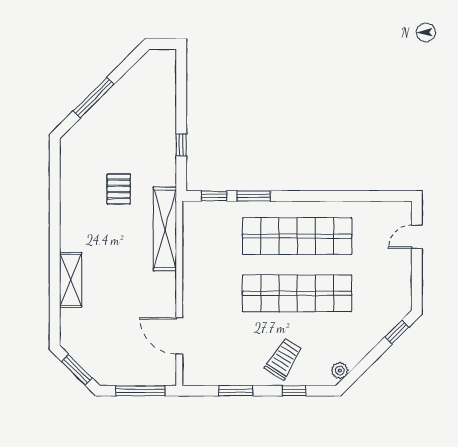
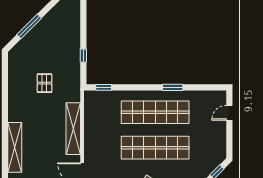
window: (254, 196) -> (173, 87), moved
shelving: (165, 229) -> (73, 129), moved
shelving: (71, 280) -> (15, 147), width x1.47

